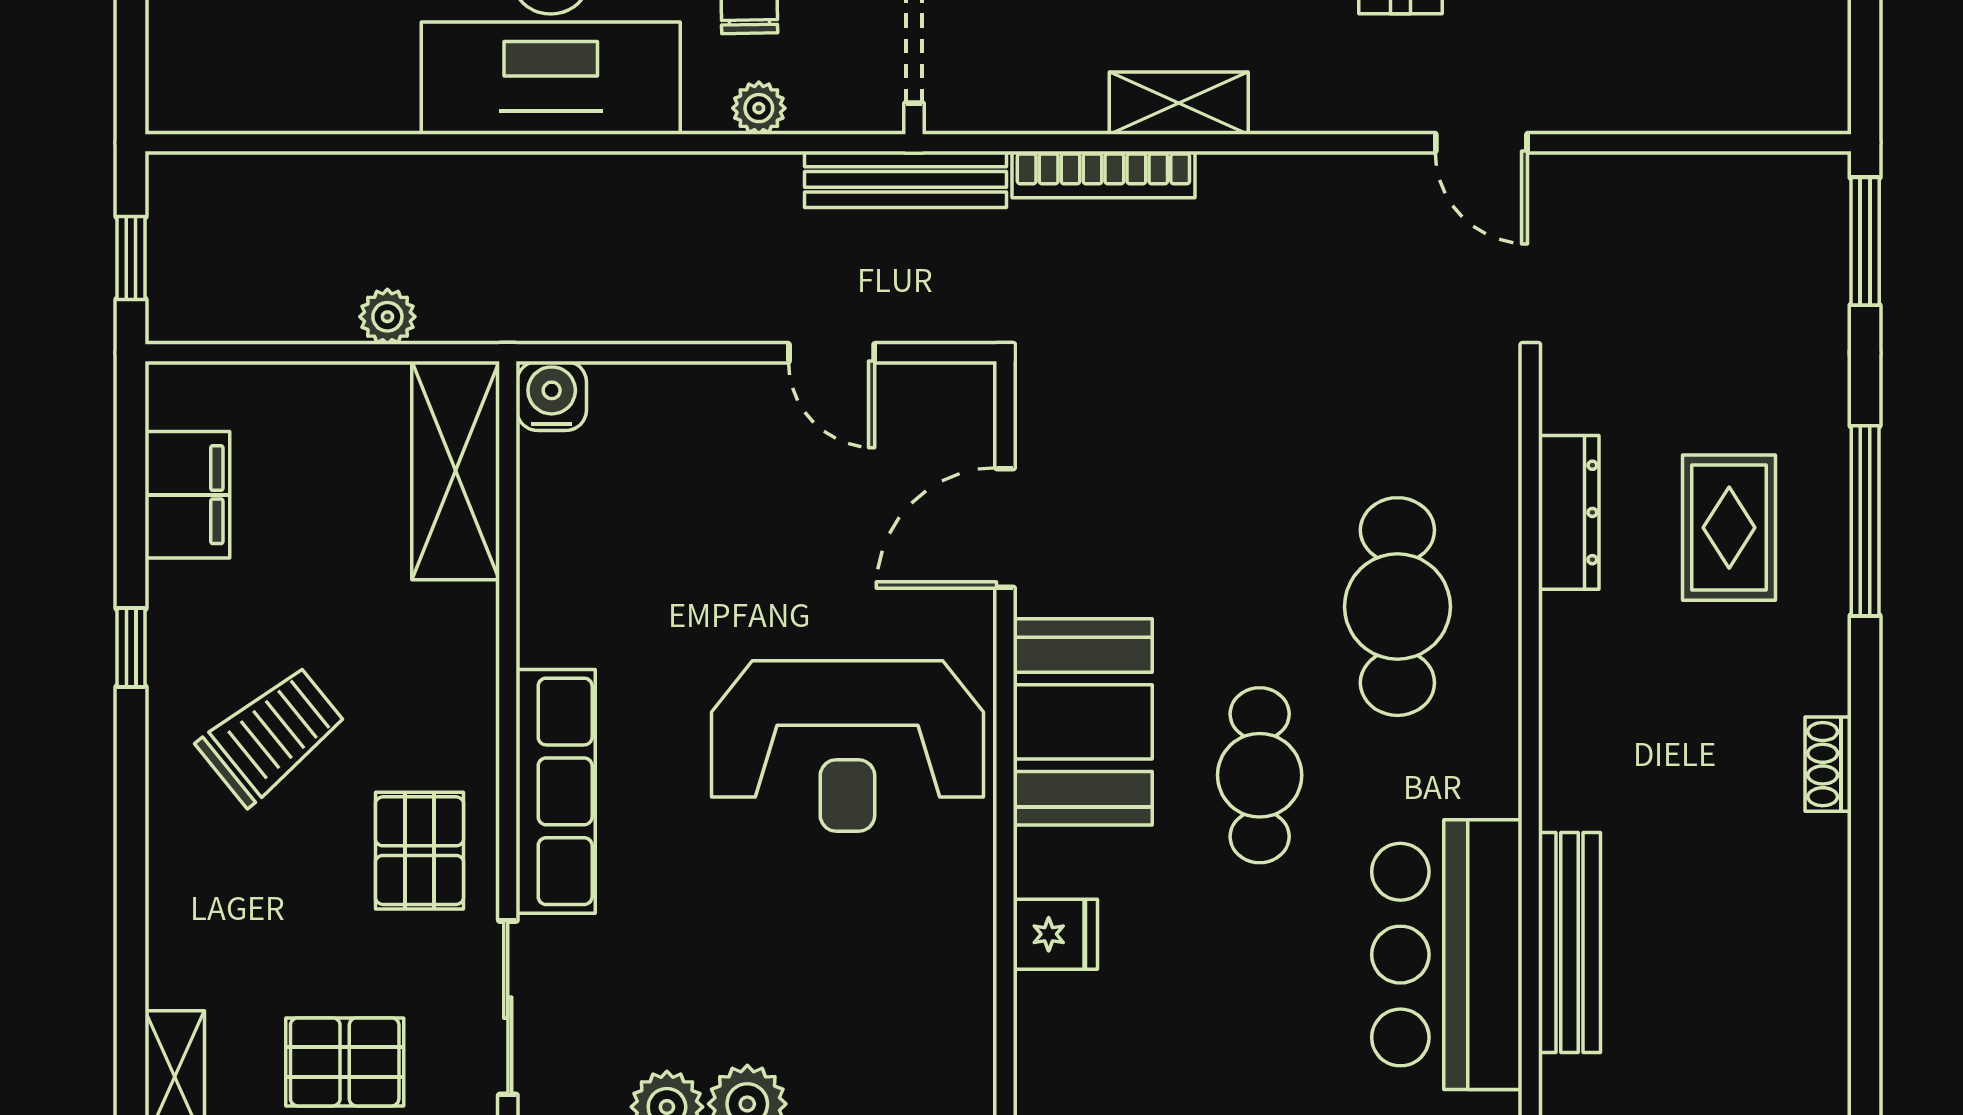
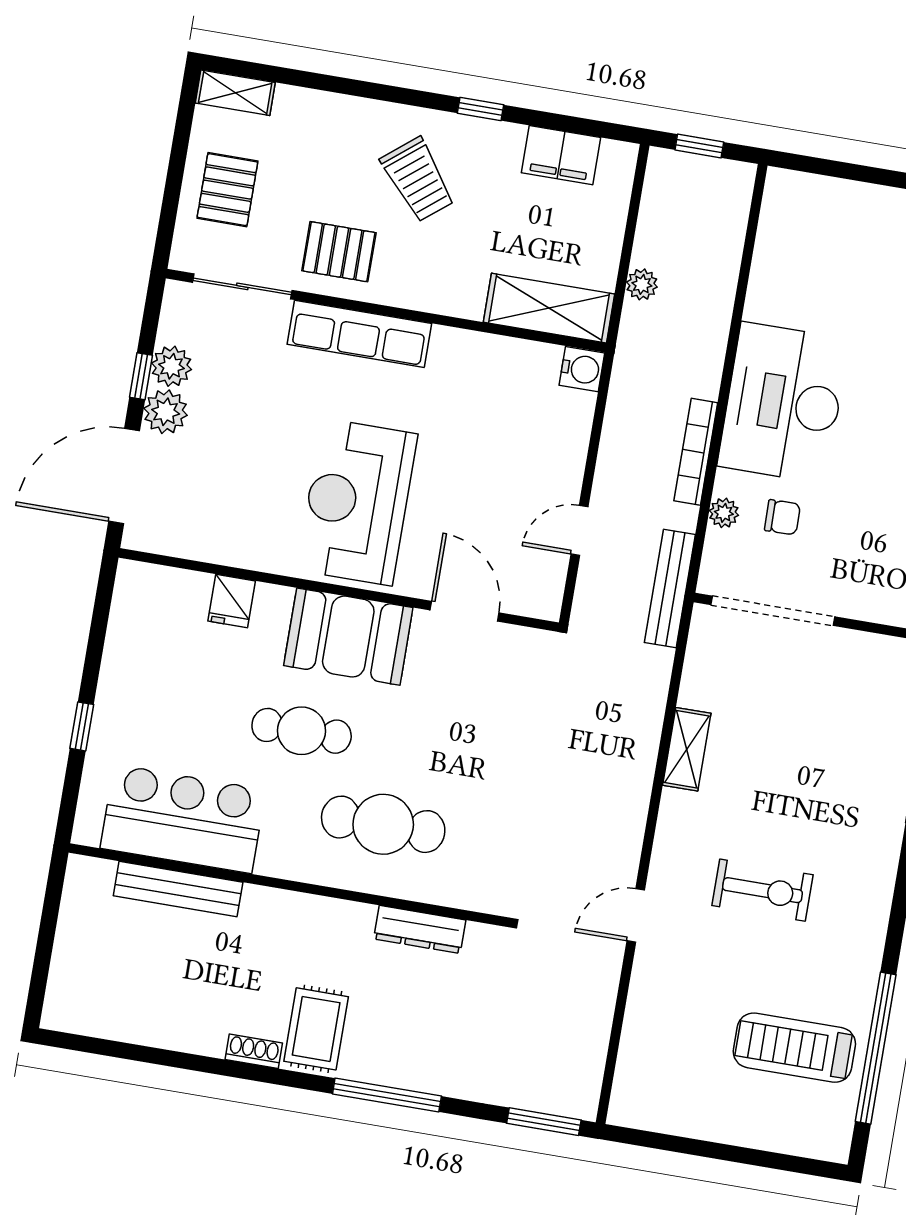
bookcase: (1103, 175) -> (696, 452), moved
rug: (1729, 528) -> (316, 1029), moved, turned 90

